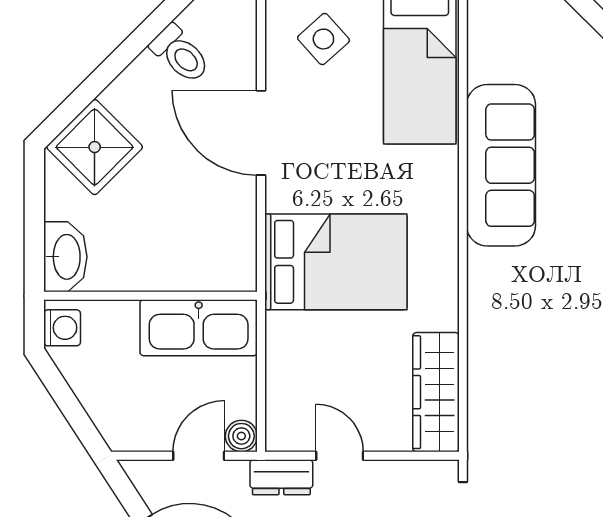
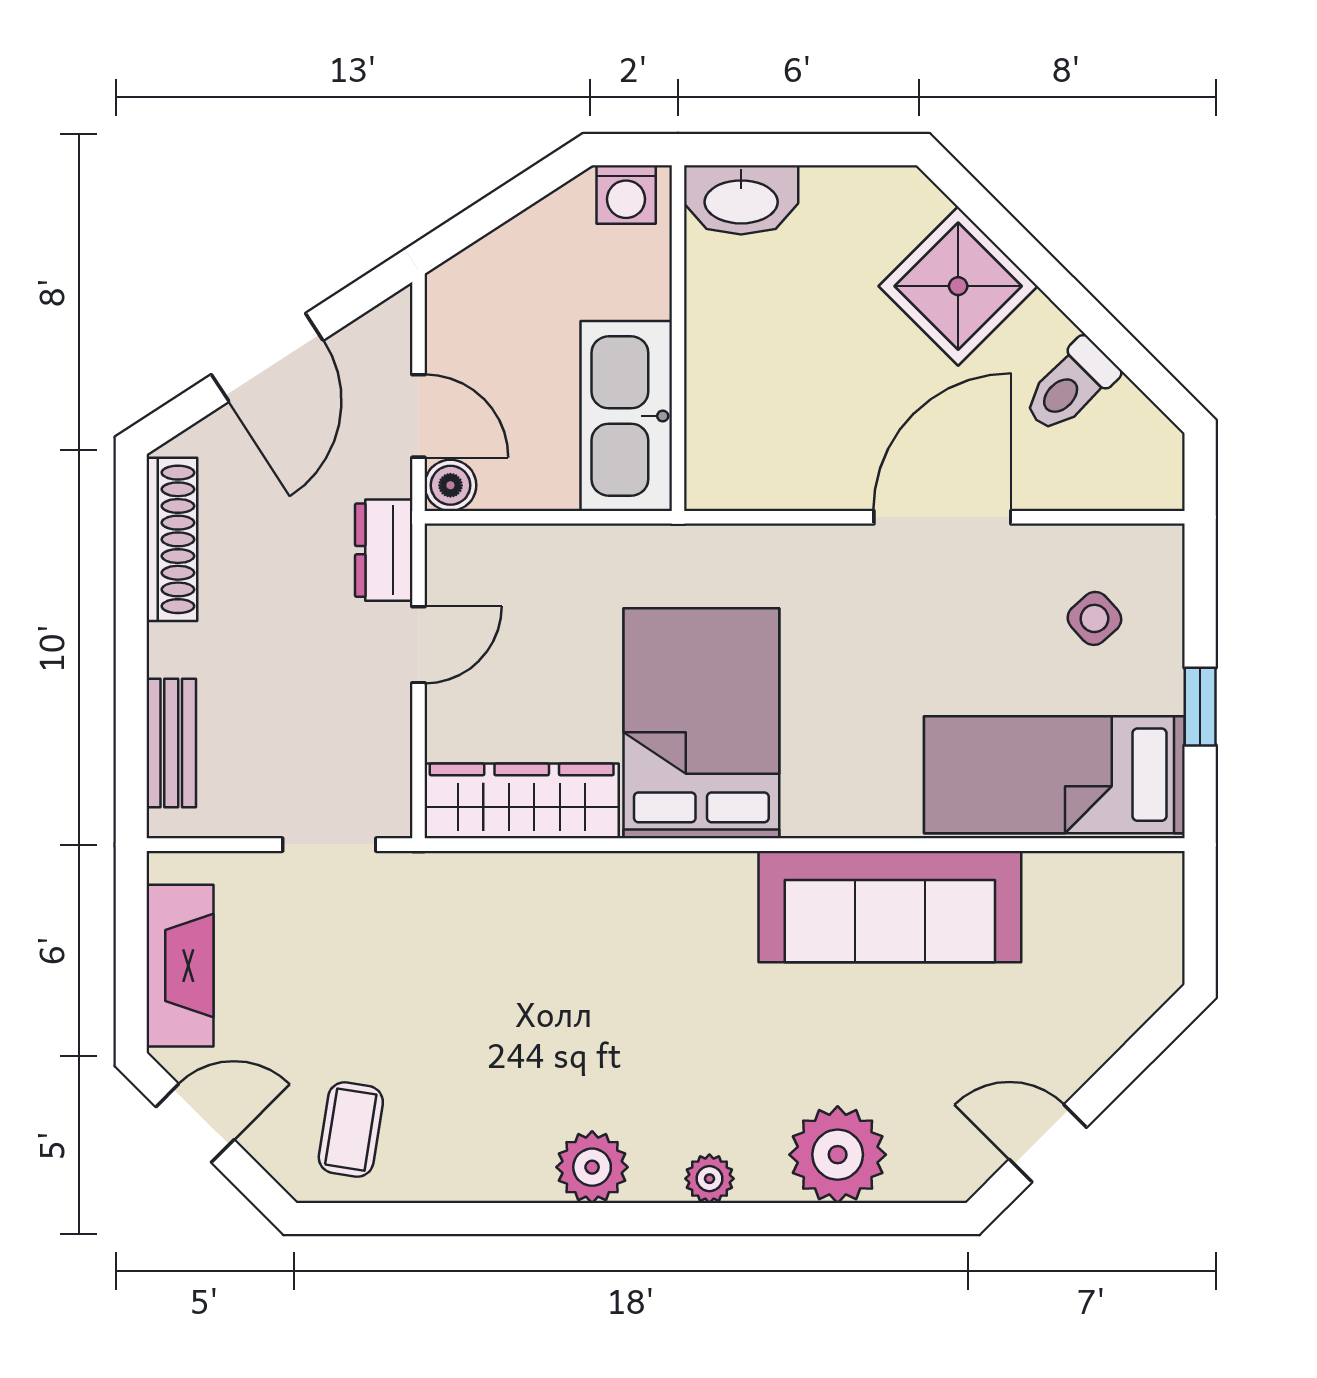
side table: (323, 39) -> (1094, 618), width x0.73, depth x0.73
shower: (95, 147) -> (958, 286), moved
bed: (336, 262) -> (701, 723), moved, turned 180

